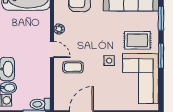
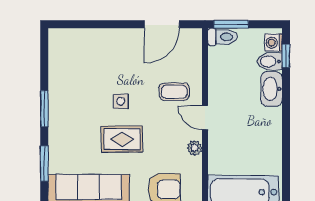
rug: (137, 40) -> (122, 139), moved
corner sofa: (141, 79) -> (74, 75), removed

